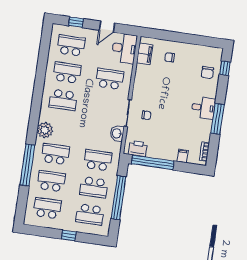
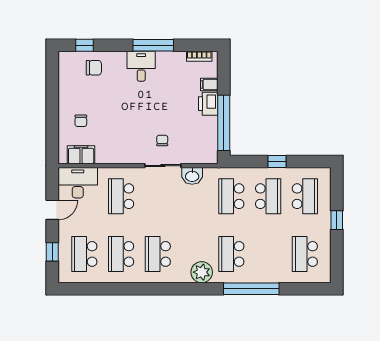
door: (107, 27) -> (52, 210), hinge flipped
school desk: (63, 100) -> (158, 254), turned 180
printer: (138, 149) -> (208, 104), moved
school desk: (51, 181) -> (268, 254), removed
window: (119, 198) -> (277, 161), width x0.32

